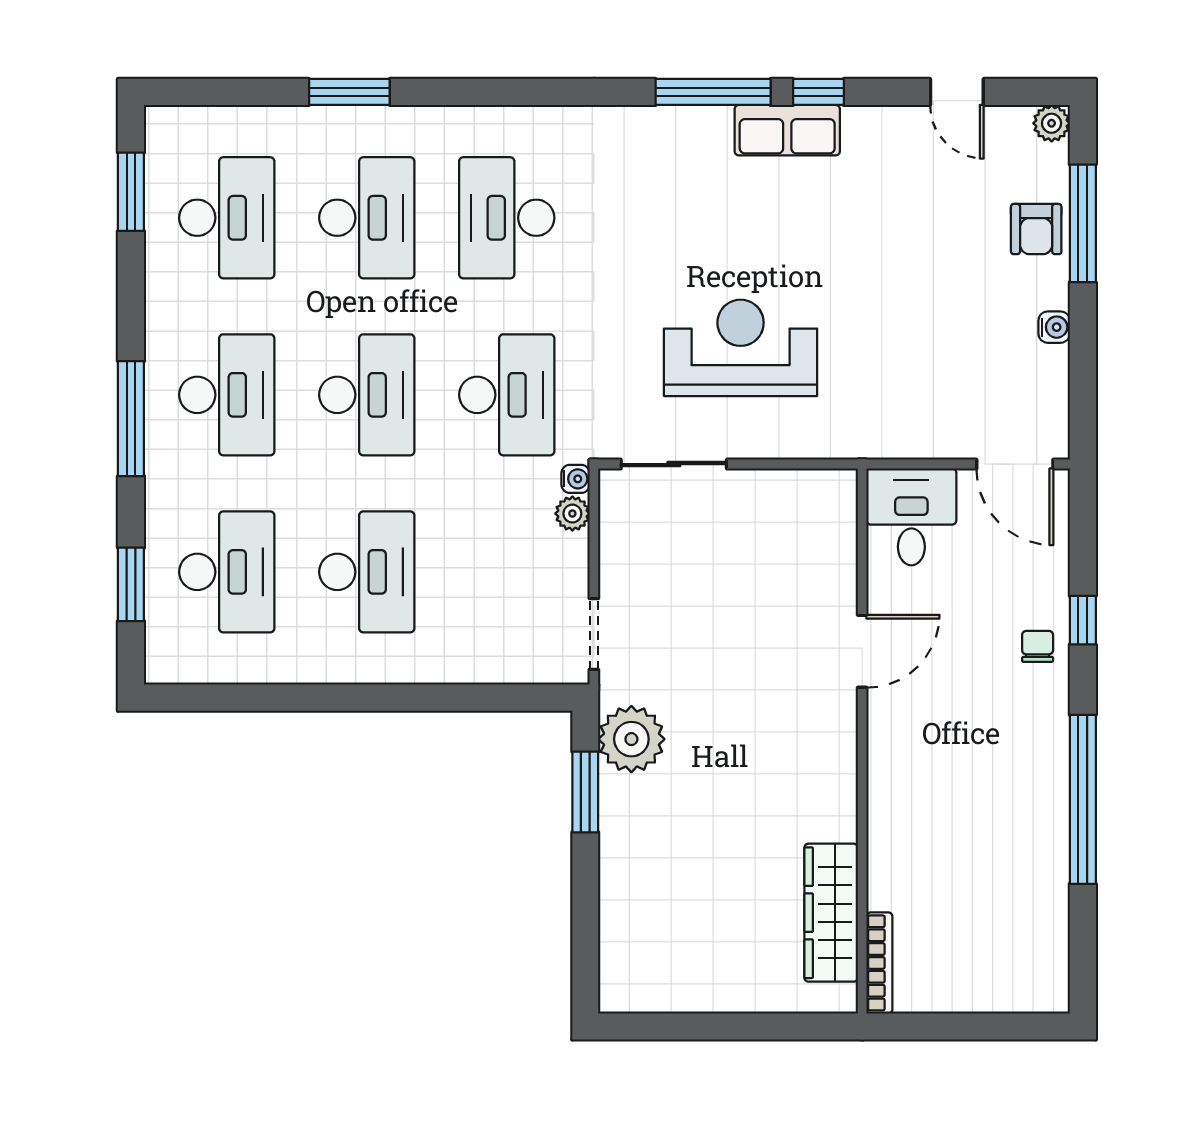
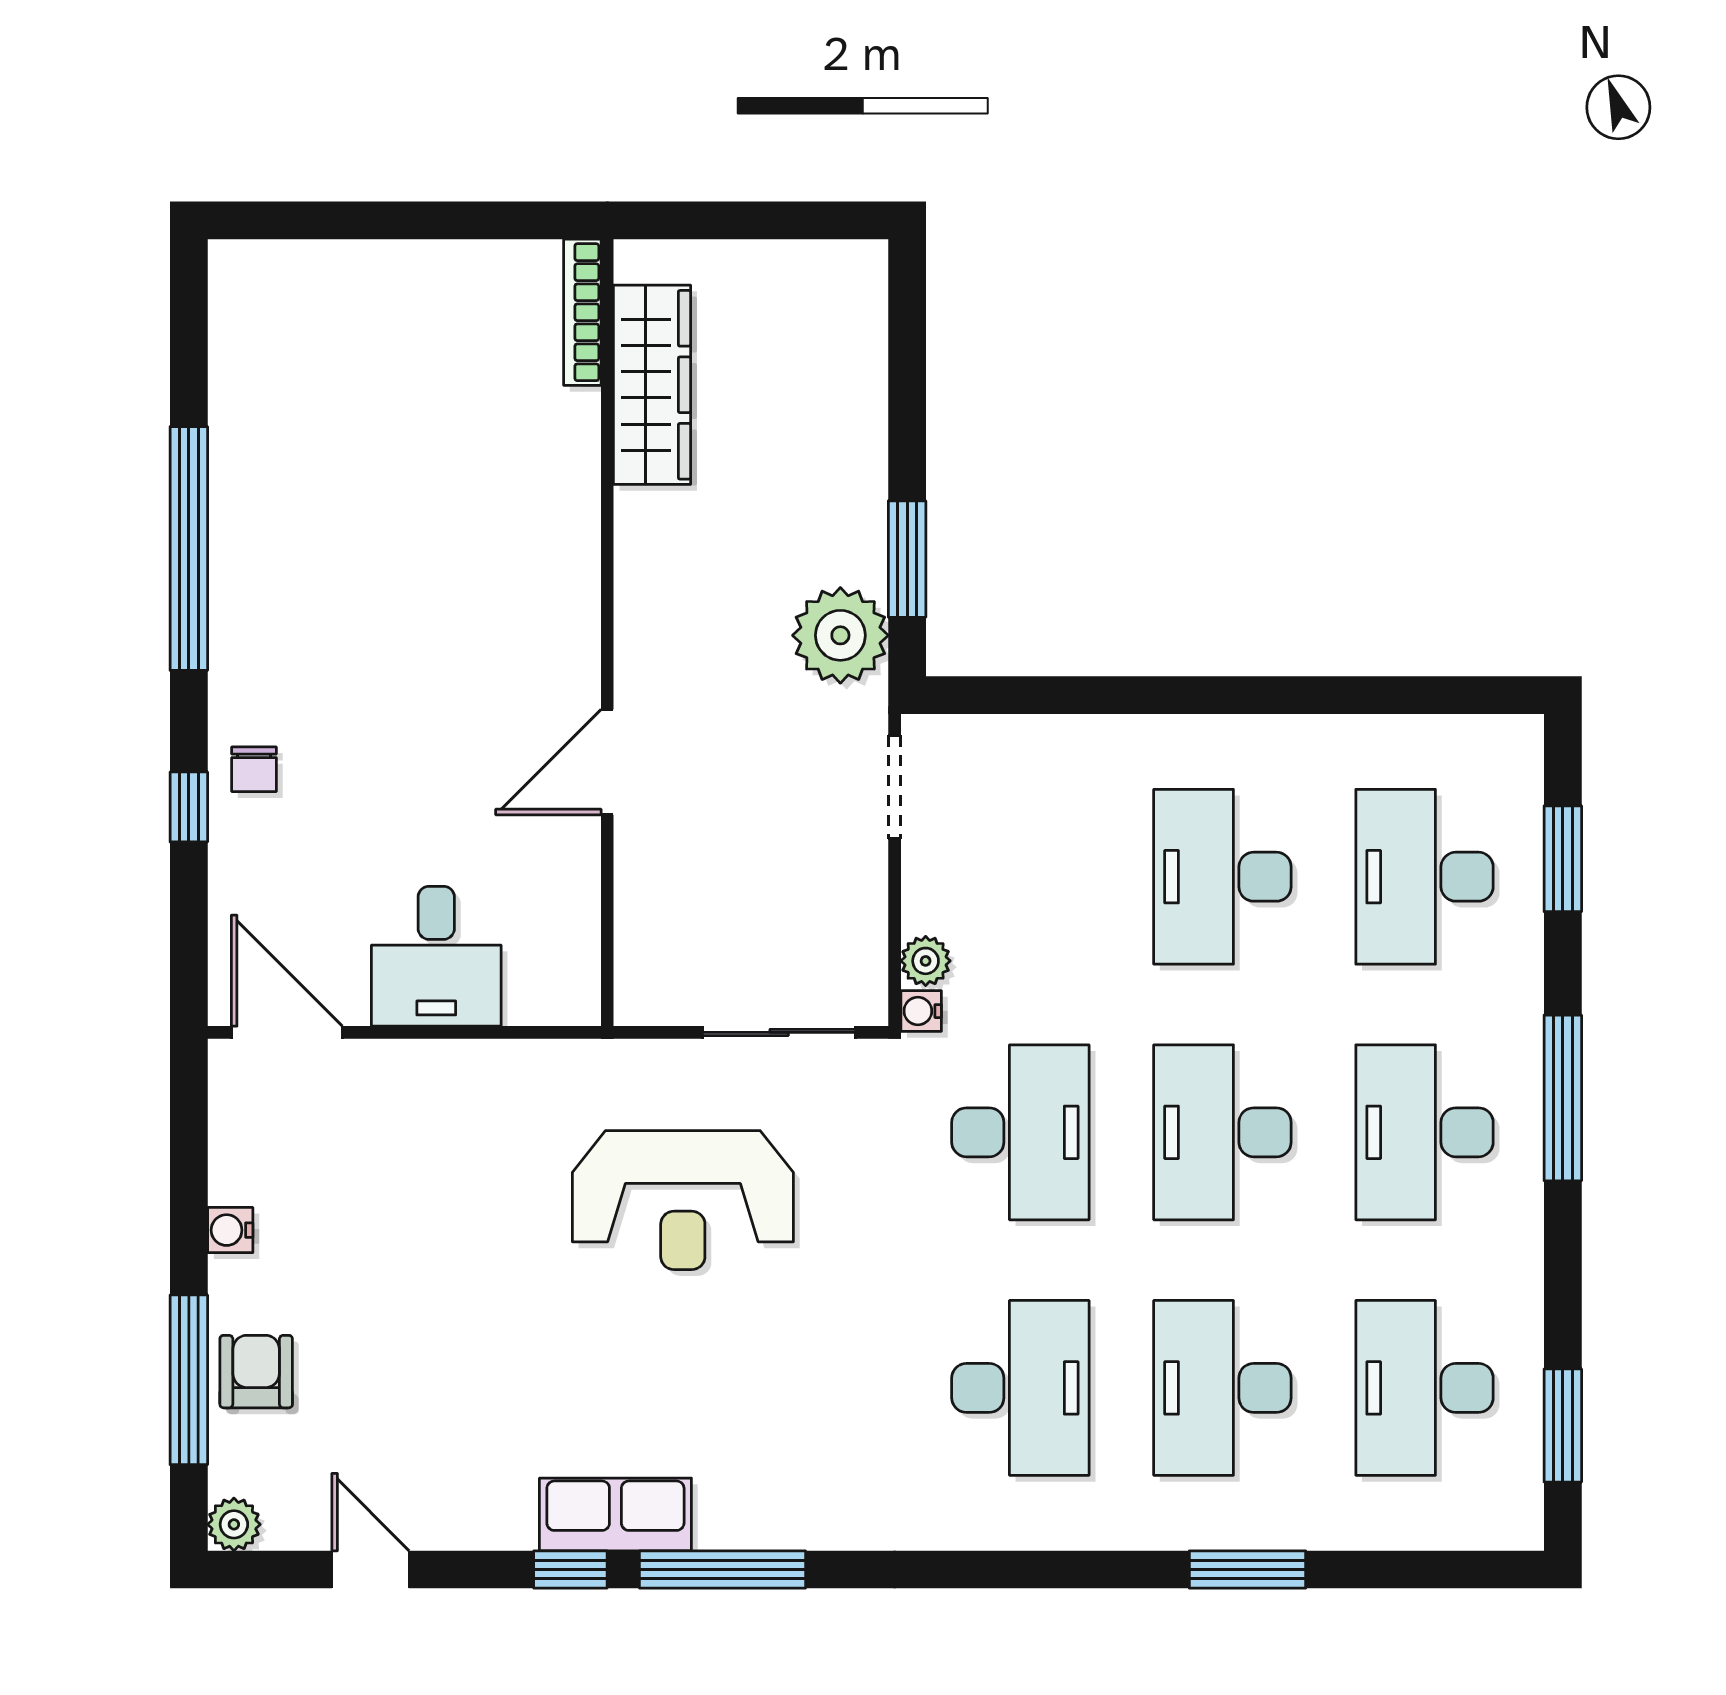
desk: (507, 395) -> (1020, 1132), turned 180
door: (862, 651) -> (607, 762), moved
wall: (862, 741) -> (607, 633), moved
wardrobe: (831, 913) -> (652, 385), moved
bookcase: (879, 963) -> (582, 312), moved

